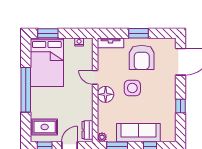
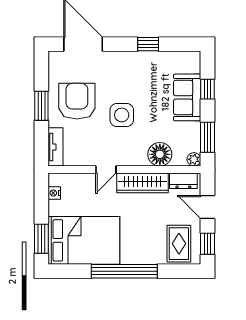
armchair: (142, 57) -> (77, 101), turned -90
floor lamp: (106, 94) -> (160, 154), moved
wardrobe: (86, 102) -> (142, 183), added
sofa: (138, 133) -> (187, 97), width x0.73

